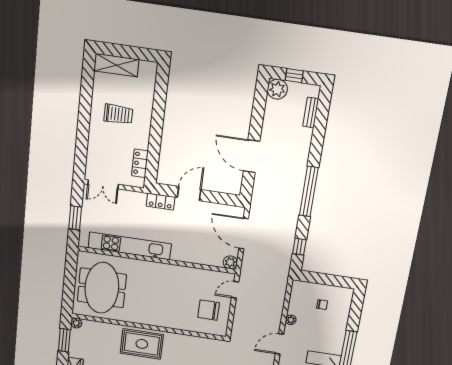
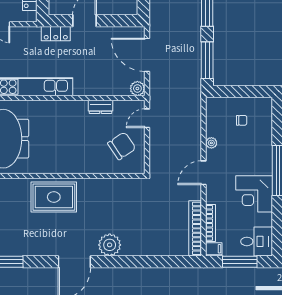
window: (299, 247) -> (207, 60), width x2.17
dresser: (194, 273) -> (101, 107), added
chair: (209, 310) -> (122, 146), turned 146

